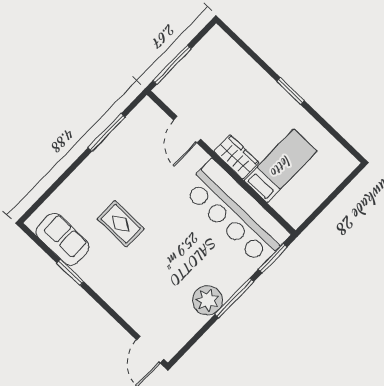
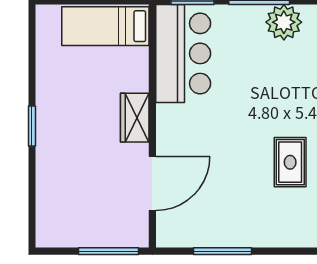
door: (187, 130) -> (152, 183), width x1.36
bed: (281, 166) -> (105, 26), moved
bar counter: (236, 212) -> (183, 53), width x0.73

